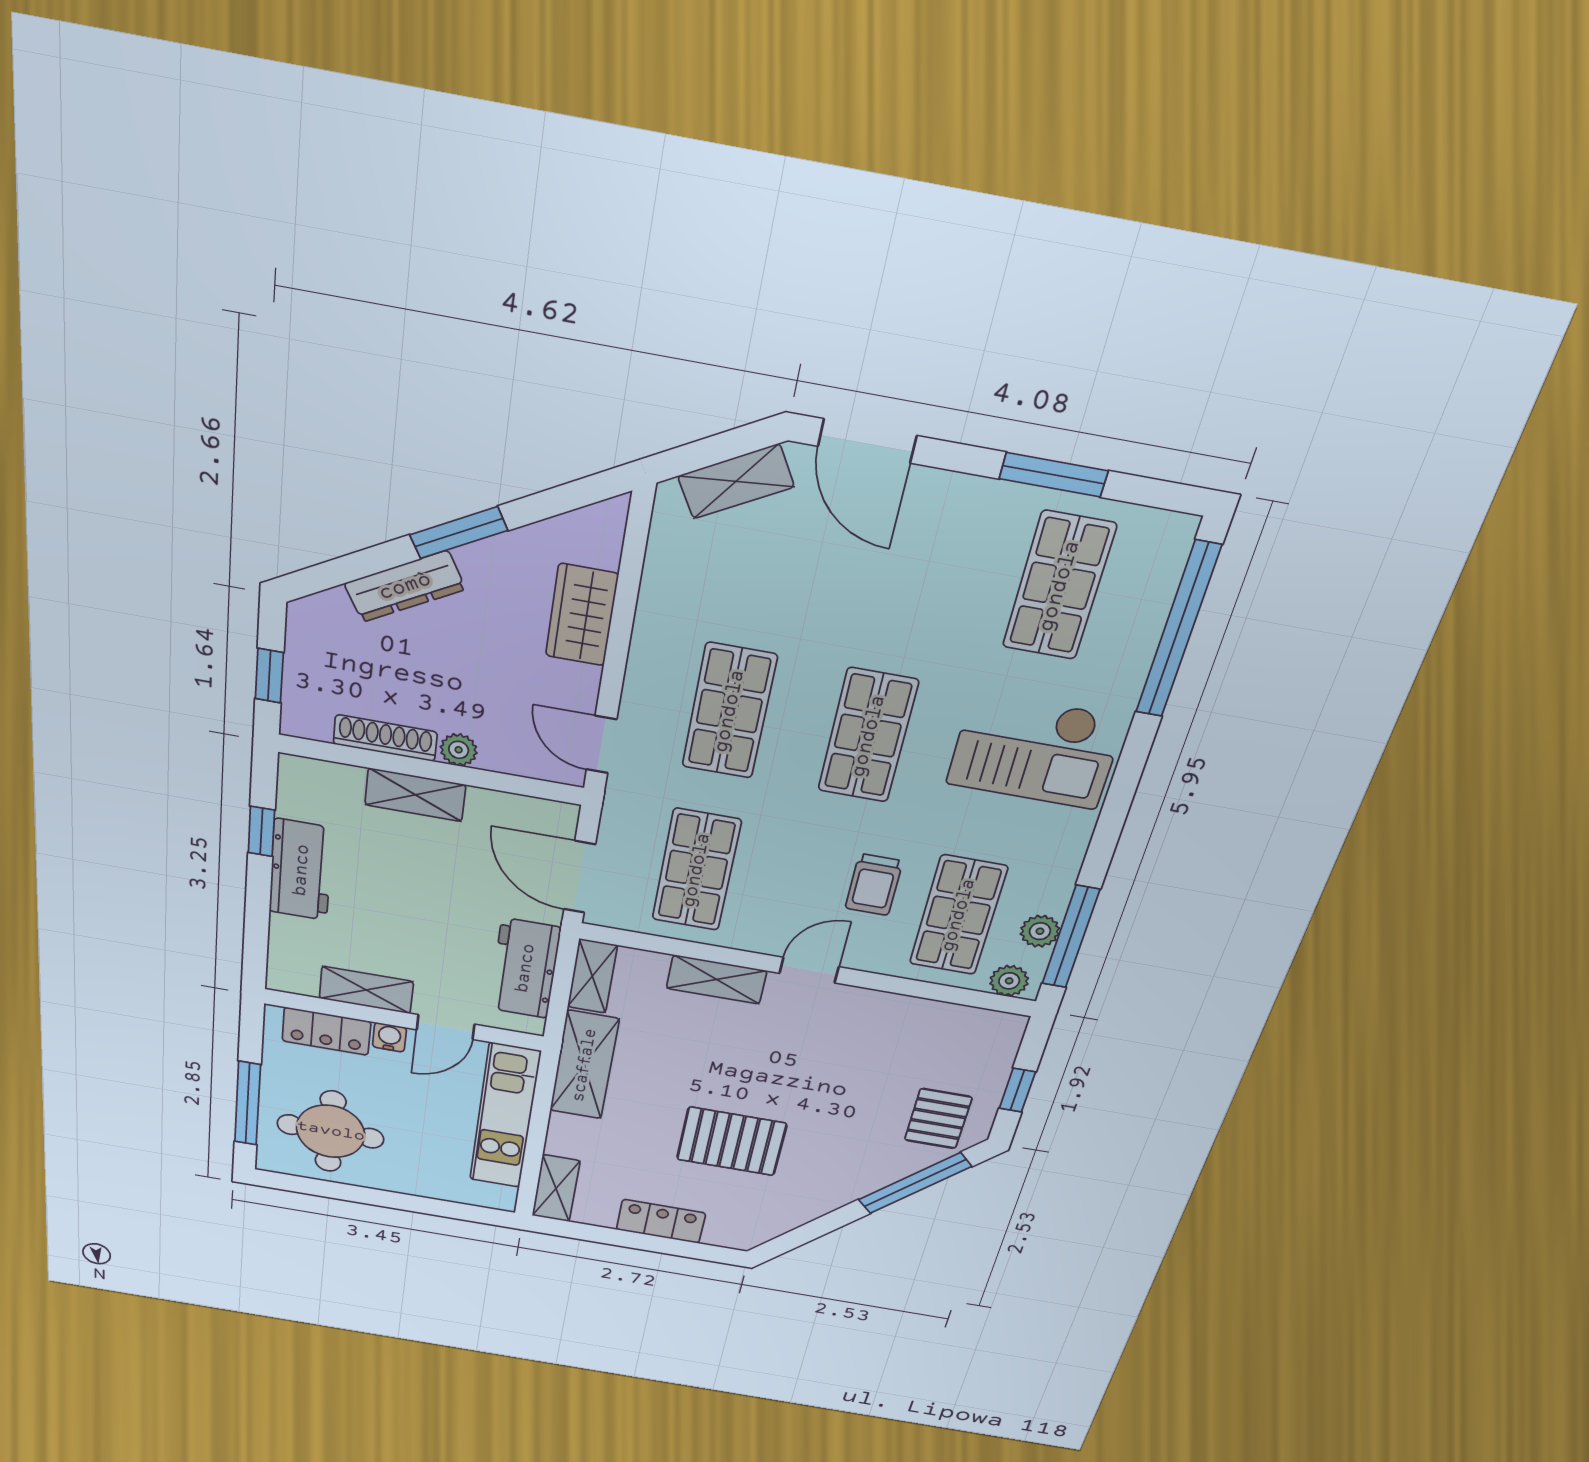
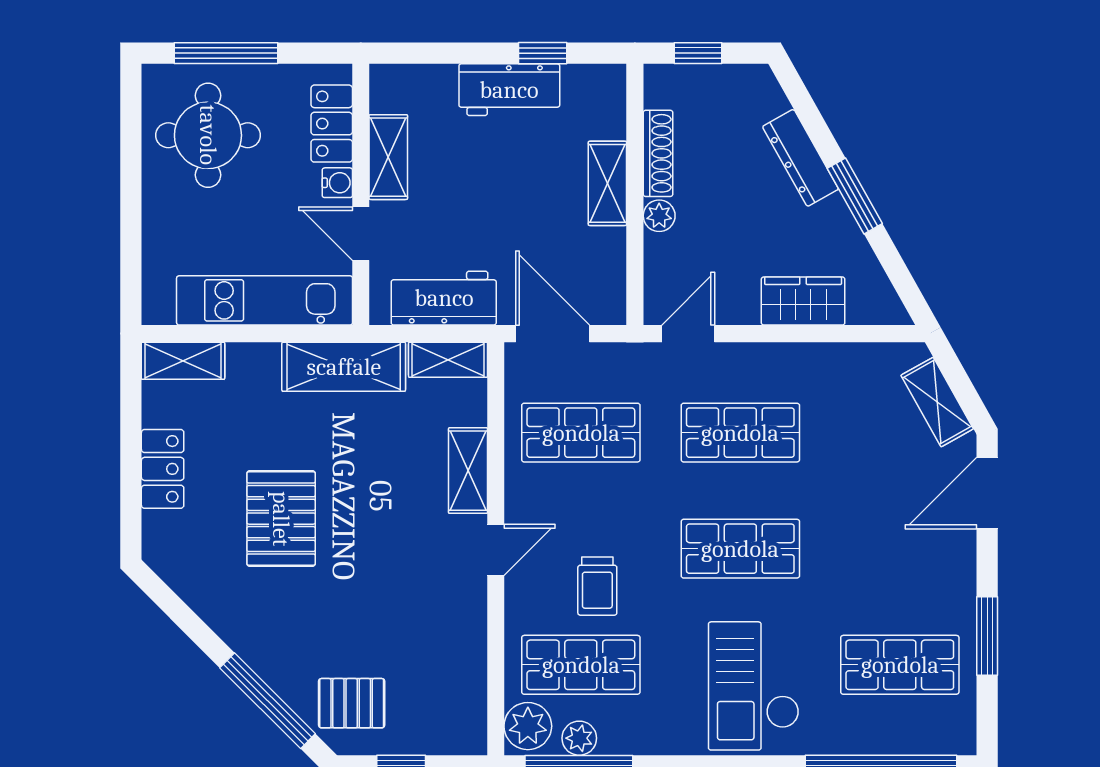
door: (580, 877) -> (553, 334), hinge flipped
trolley: (874, 885) -> (597, 586), turned -90
door: (809, 970) -> (496, 550), hinge flipped
plant: (1009, 981) -> (528, 726), width x1.38, depth x1.38

